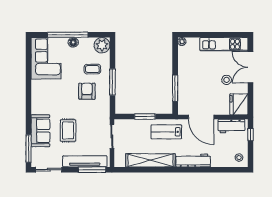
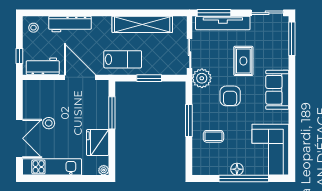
plant: (102, 45) -> (202, 78), moved
armchair: (87, 91) -> (230, 96), moved
fridge: (239, 104) -> (98, 143), moved, turned 180
sofa: (40, 131) -> (277, 90), moved
workbench: (193, 161) -> (70, 24), moved

